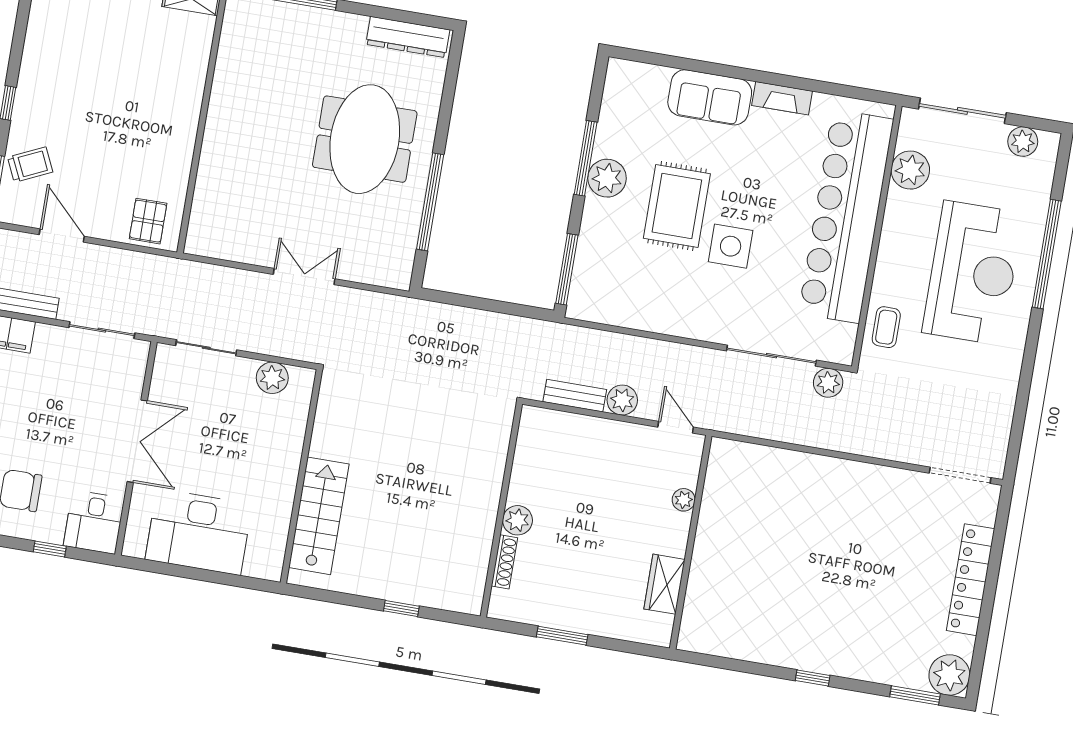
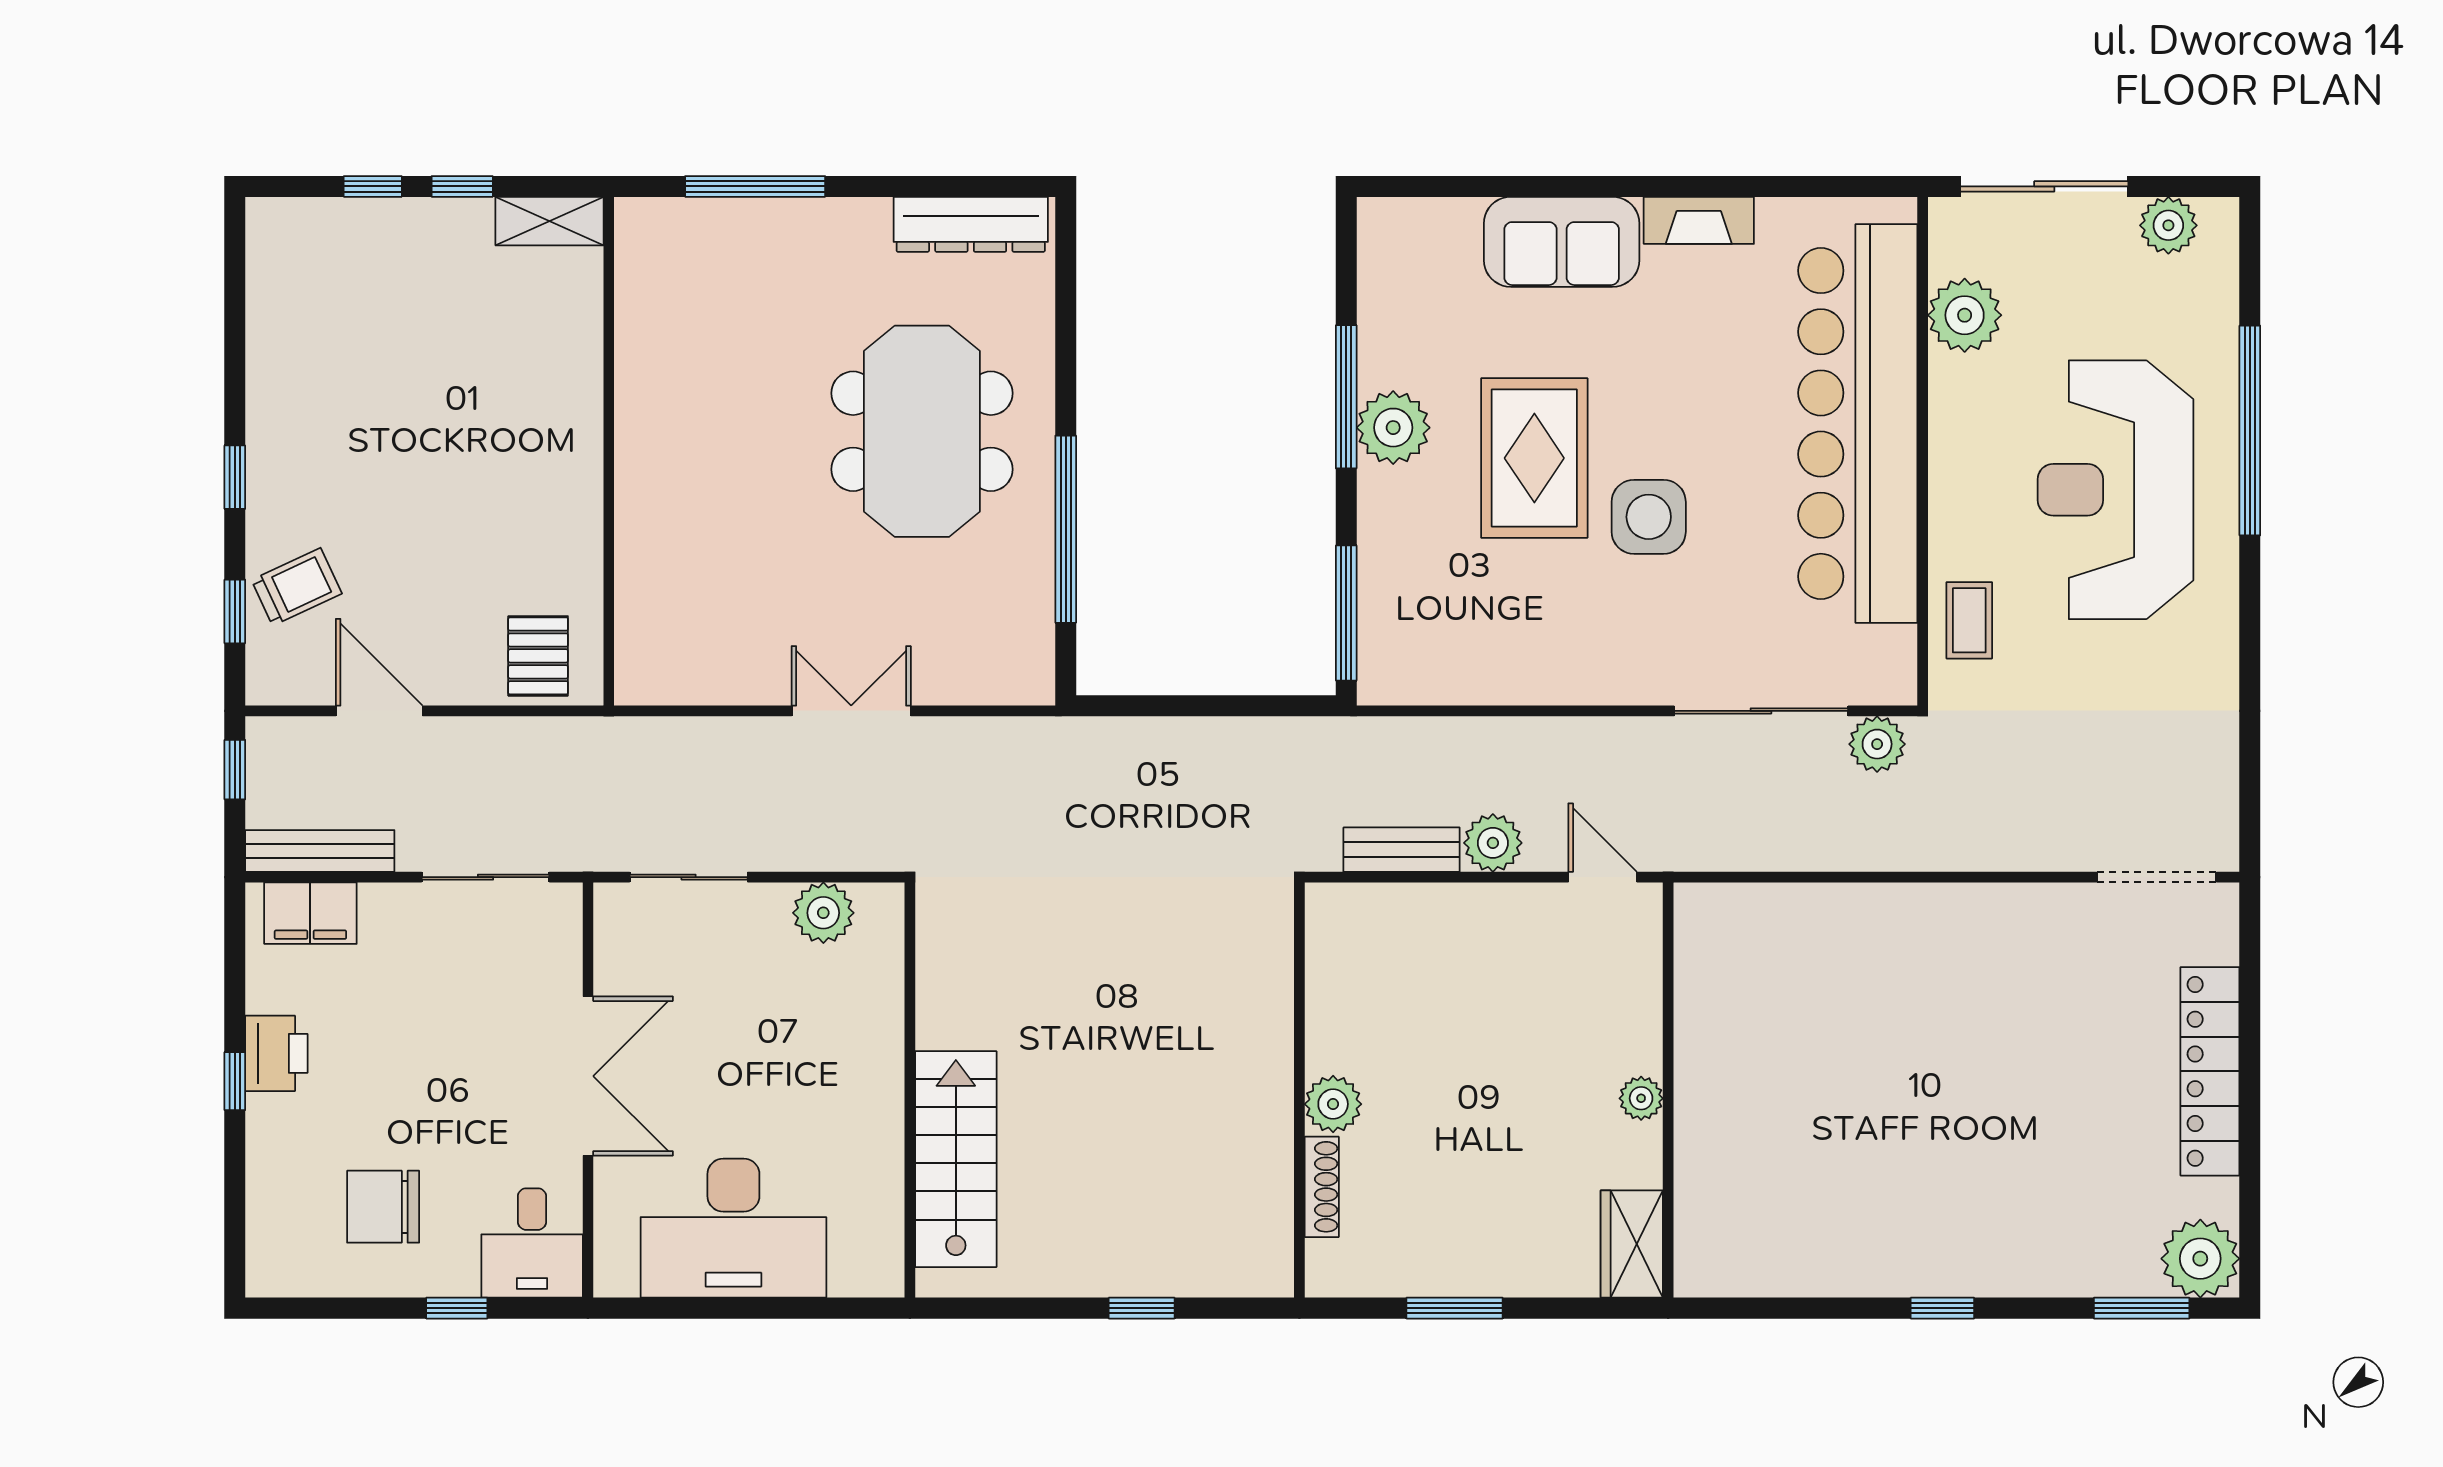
reception desk: (973, 273) -> (2115, 490), turned 180
plant: (684, 500) -> (1641, 1098), moved
wardrobe: (664, 584) -> (1632, 1244), moved

